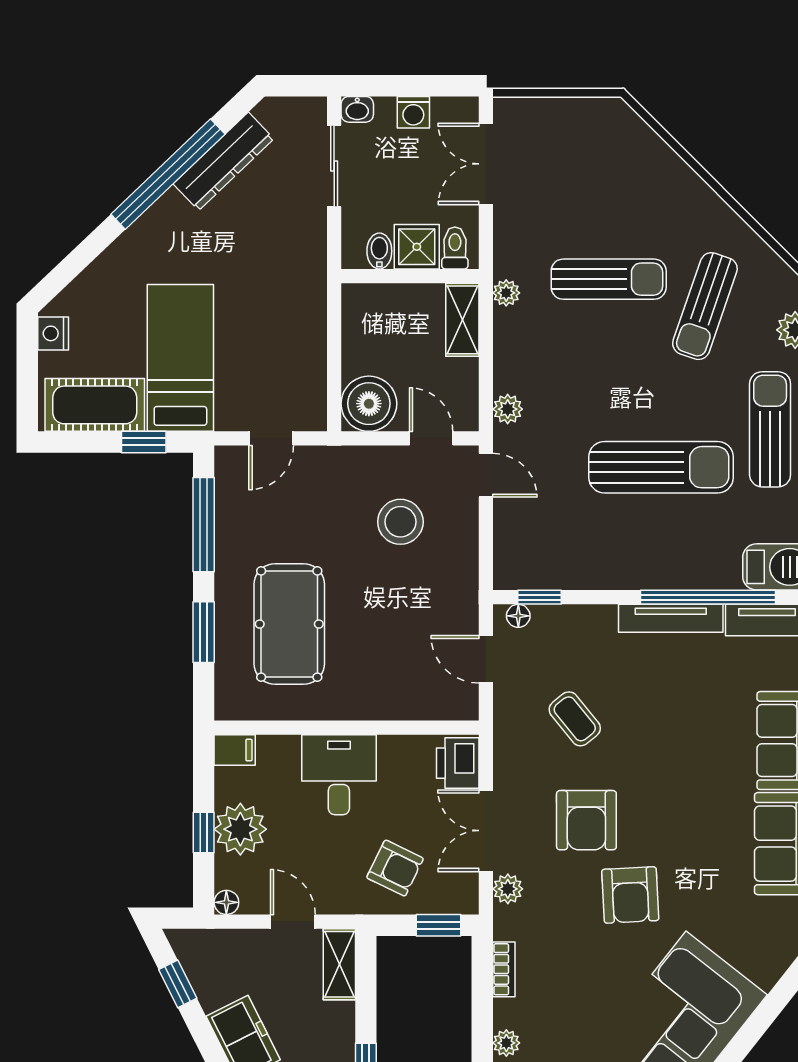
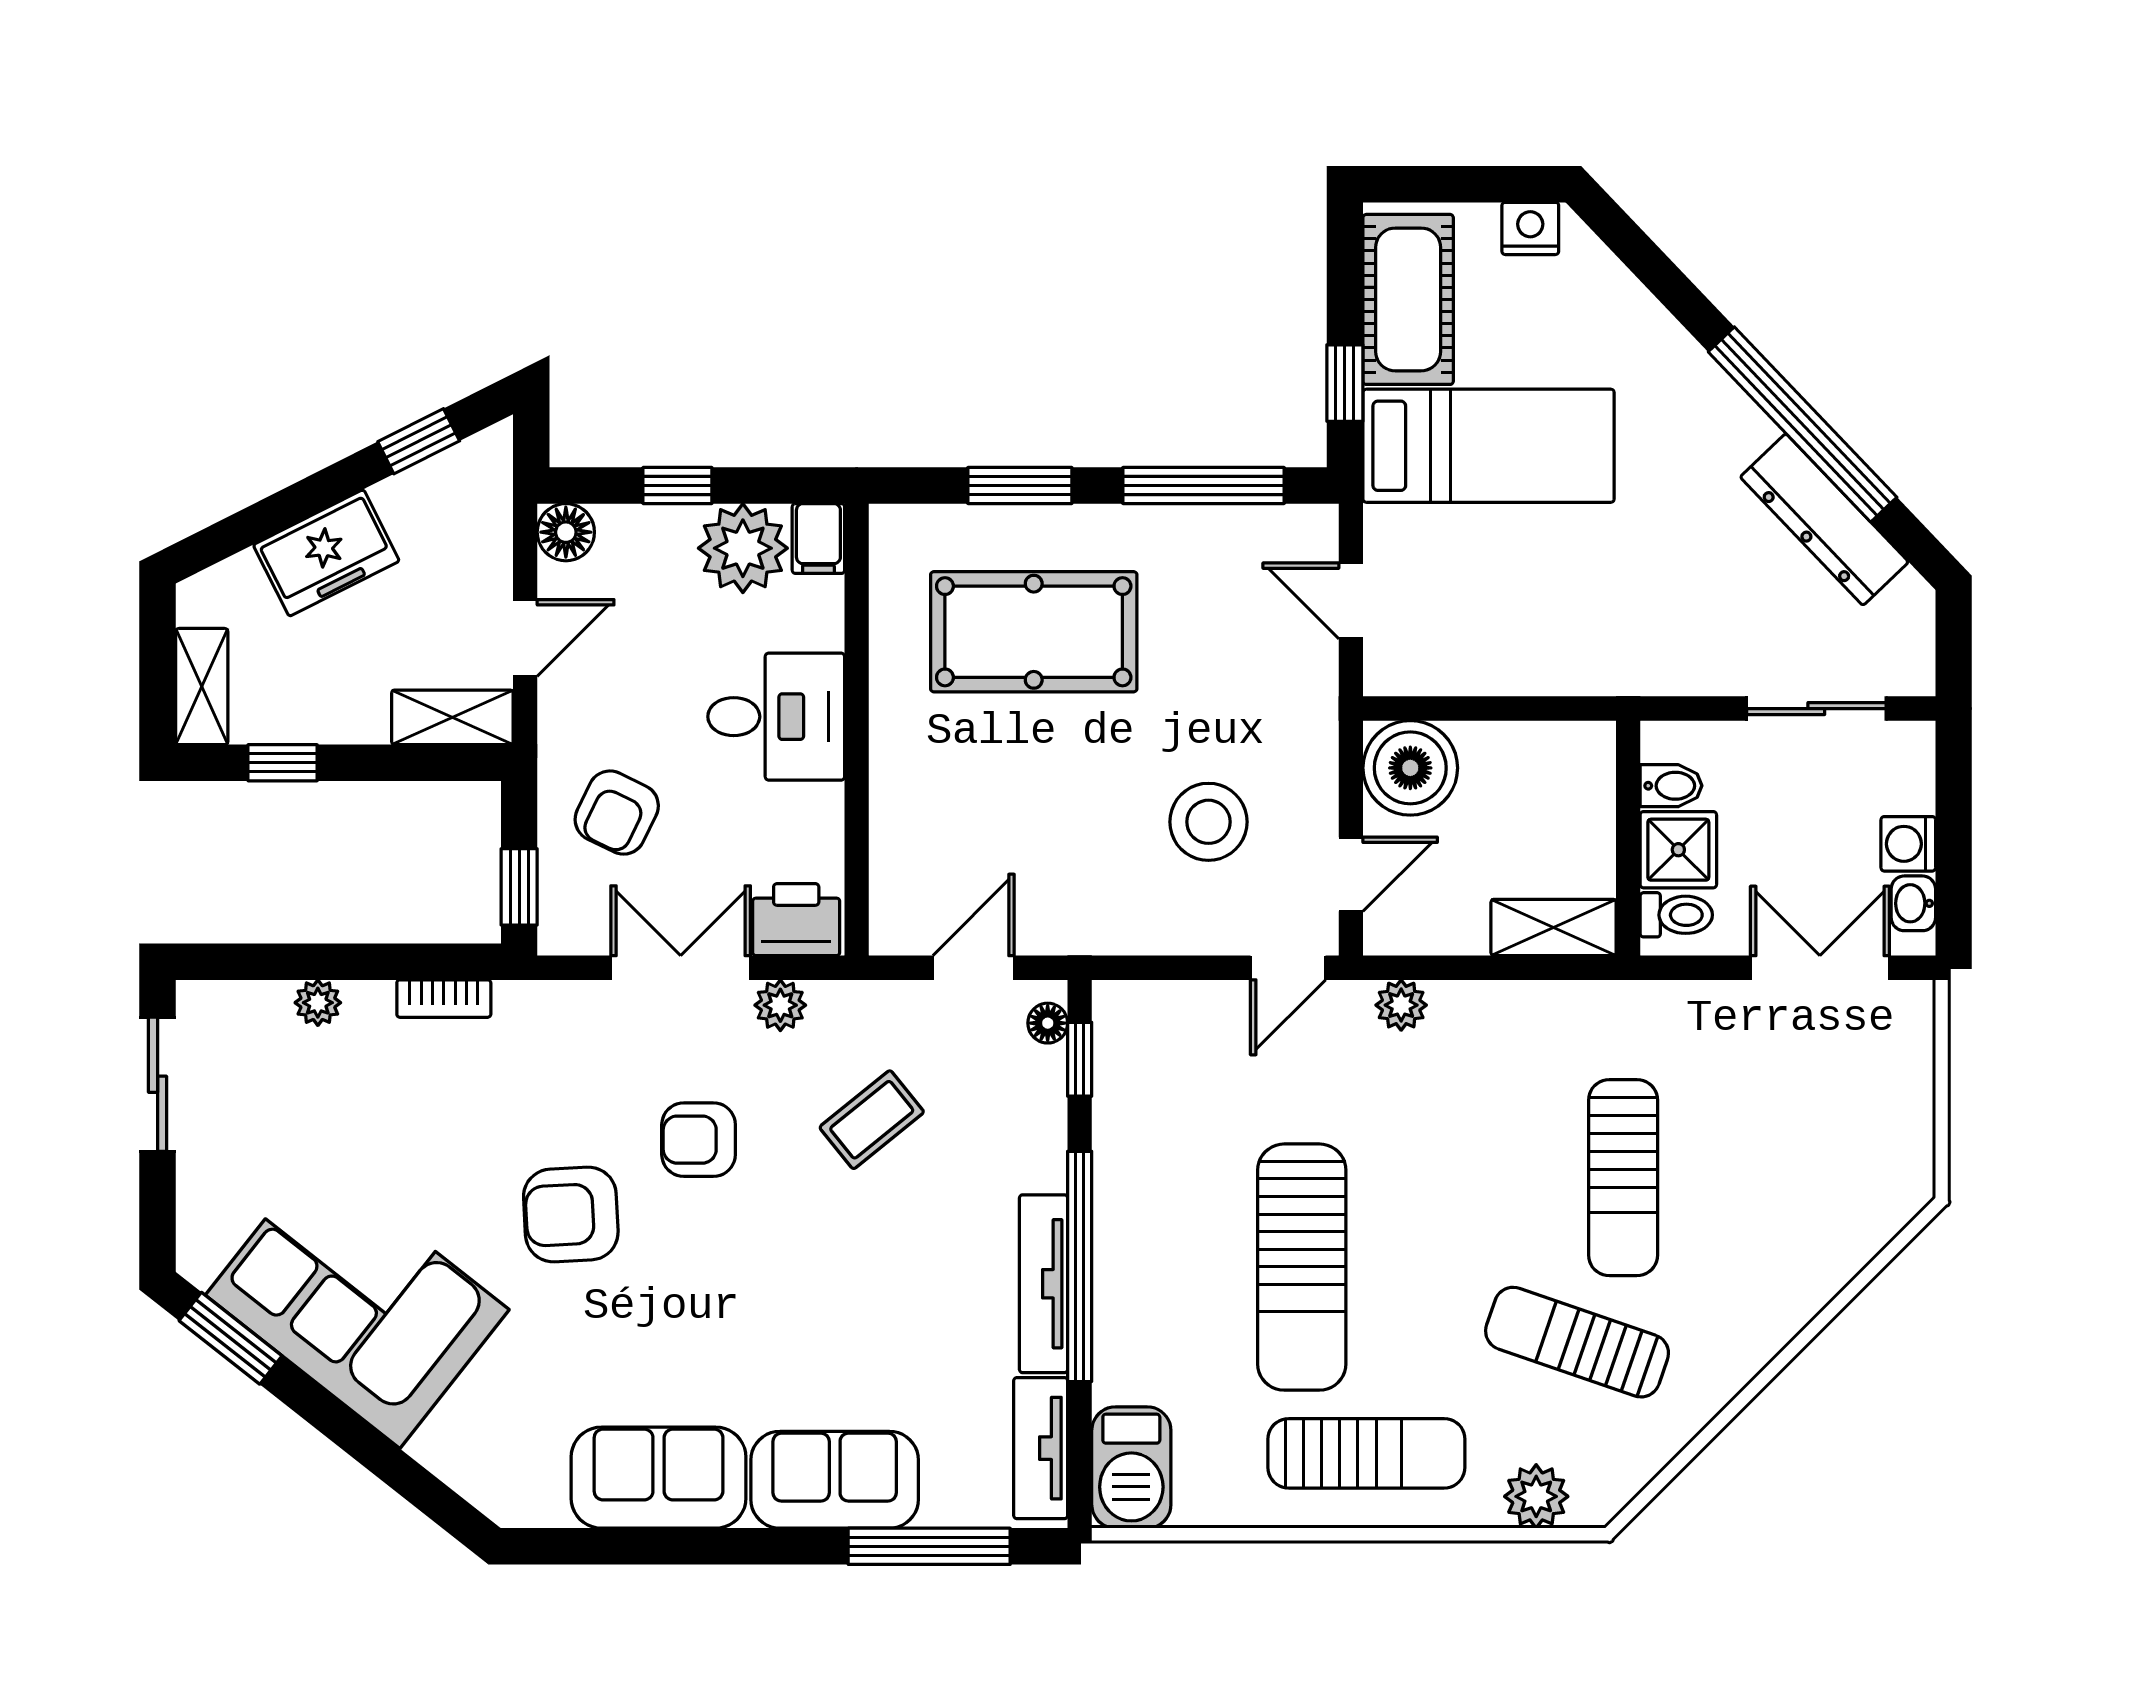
washbasin: (357, 109) -> (1913, 903), moved
plant: (506, 293) -> (1600, 1003), removed
window: (708, 597) -> (1080, 1266), moved
armchair: (586, 820) -> (699, 1140), width x0.72, depth x0.72
plant: (240, 829) -> (743, 548), moved
plant: (508, 889) -> (780, 1005), moved
floor lamp: (226, 902) -> (566, 532), width x1.37, depth x1.37

